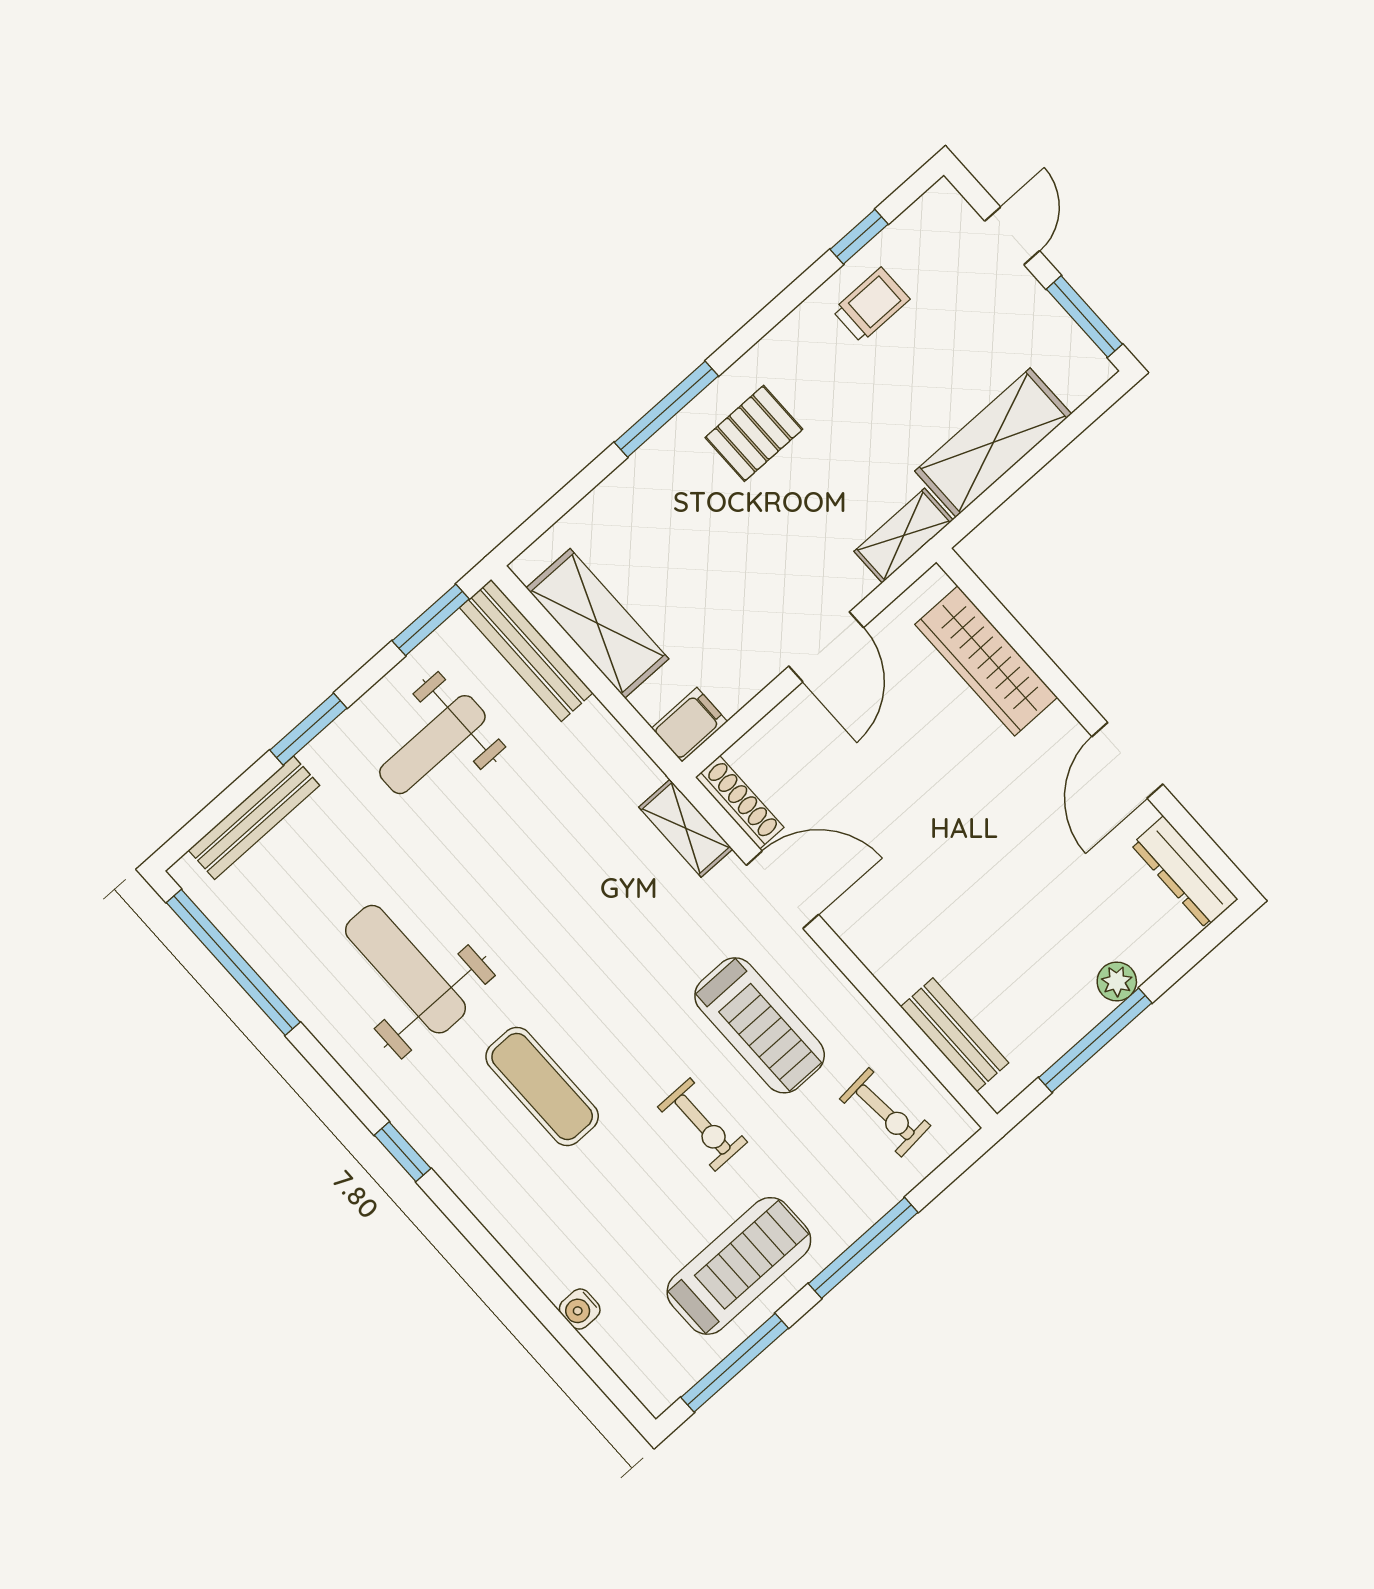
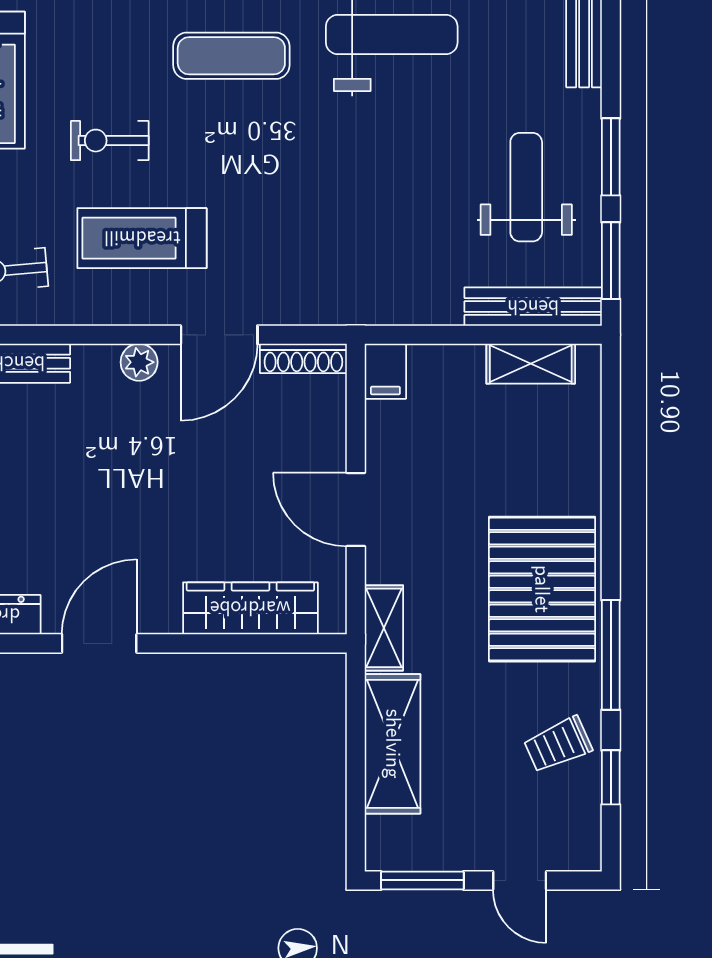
trolley: (871, 305) -> (558, 745), turned 66
window: (666, 409) -> (611, 655), moved
pallet: (754, 433) -> (542, 589), width x2.05, depth x2.00
shelving: (597, 623) -> (531, 364), width x0.67, depth x0.75
window: (308, 729) -> (611, 157), moved
door: (1127, 760) -> (99, 643), hinge flipped
shelving: (686, 828) -> (318, 307), removed
plant: (865, 936) -> (139, 362), added

